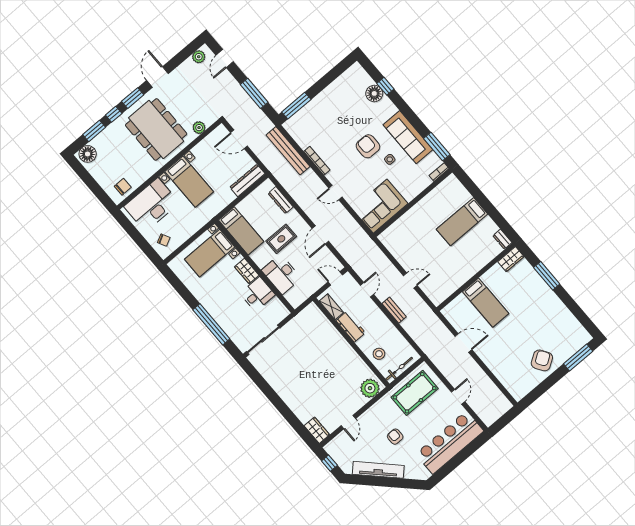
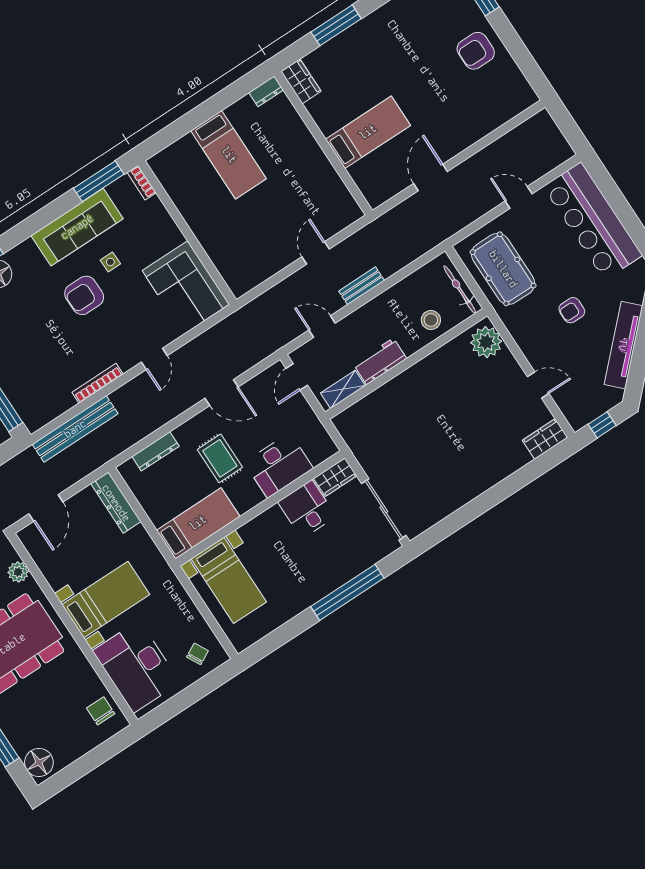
wardrobe: (247, 271) -> (335, 477), moved
armchair: (542, 360) -> (476, 51), turned -57

